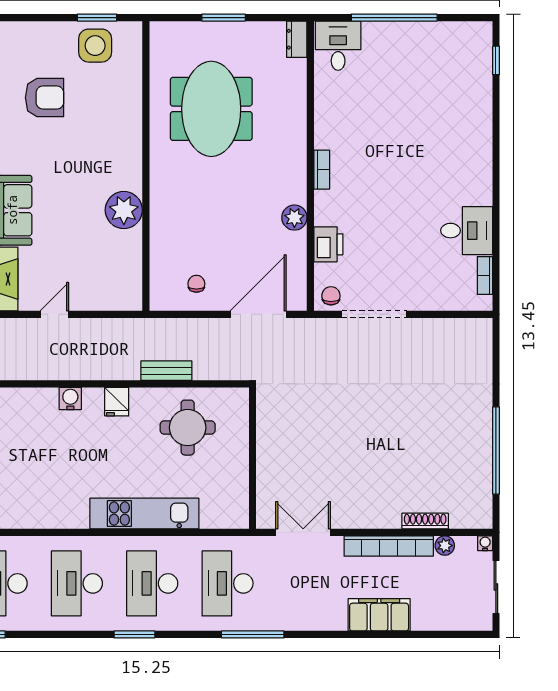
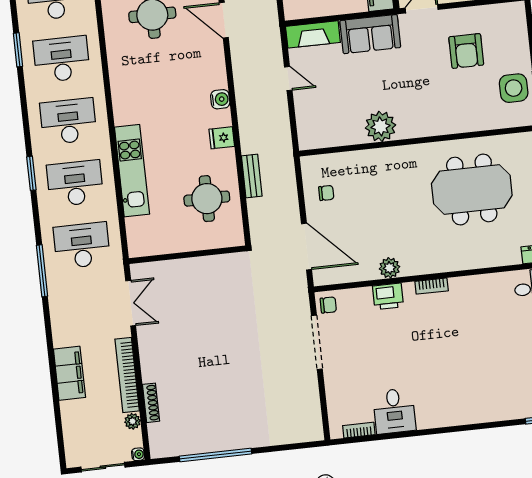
printer: (328, 244) -> (388, 296), moved

